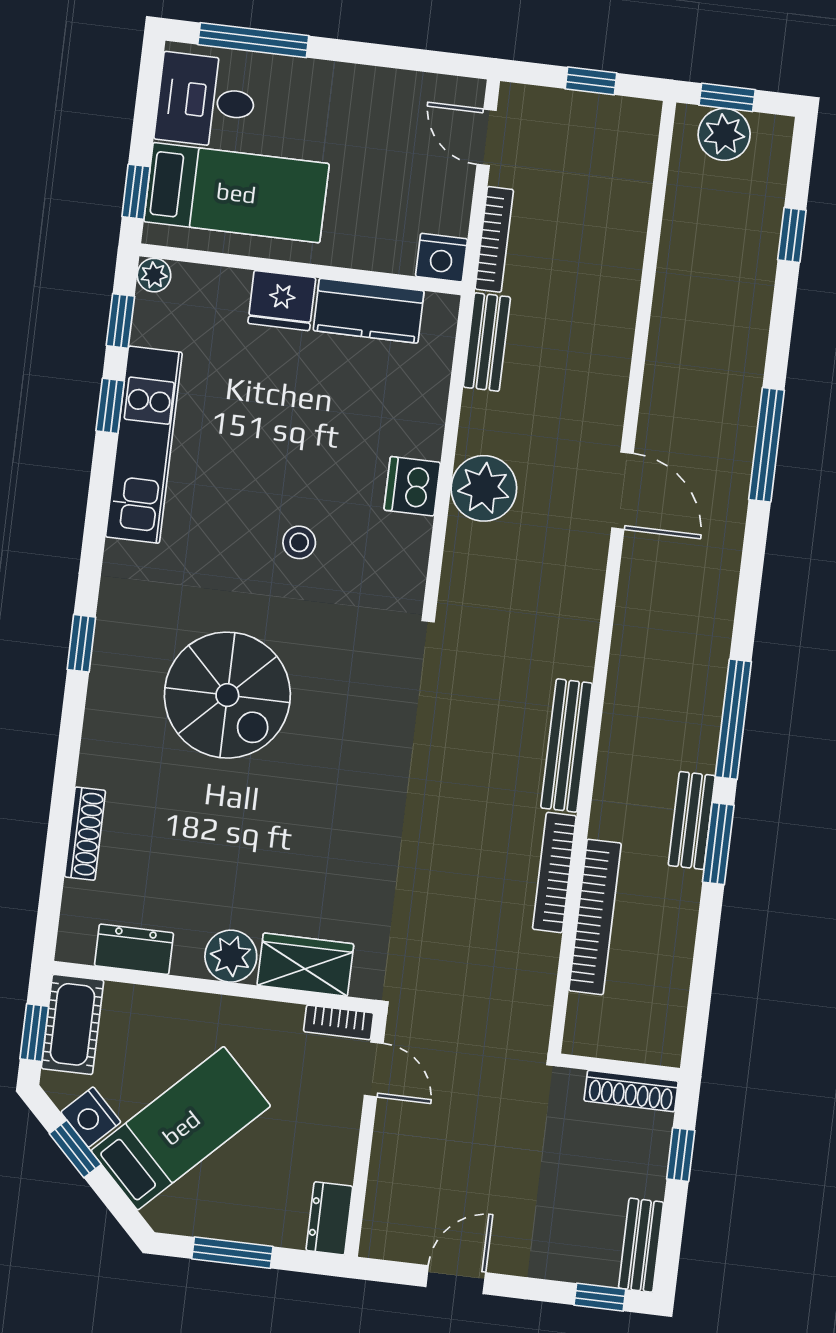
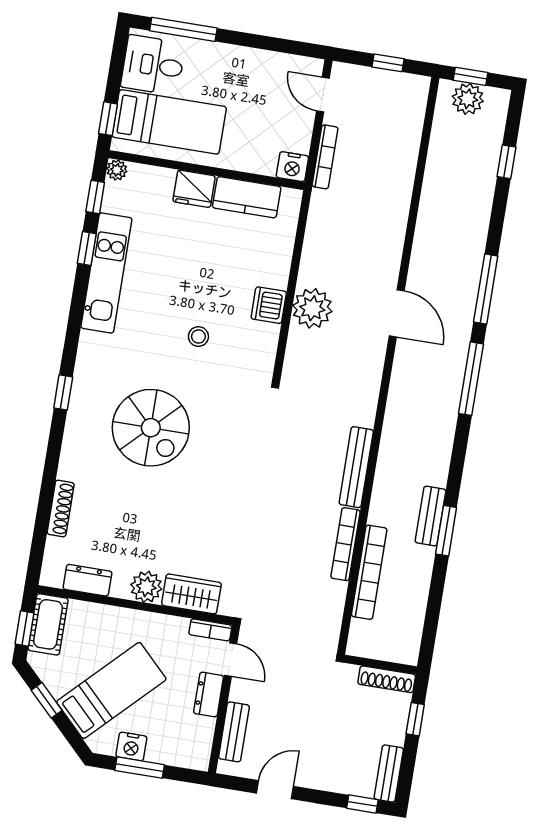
bench: (487, 342) -> (234, 732), moved
window: (733, 719) -> (471, 379), moved
nightstand: (91, 1117) -> (131, 746), moved, turned -45
dresser: (329, 1218) -> (209, 695), moved

